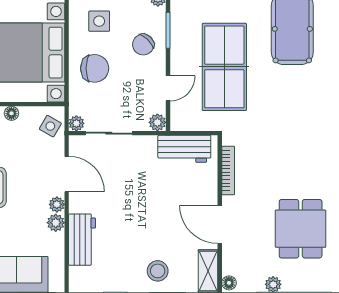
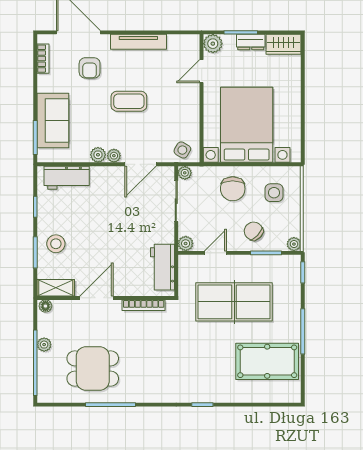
door: (168, 88) -> (215, 253), swing flipped
floor lamp: (11, 113) -> (194, 116), removed
workbench: (82, 240) -> (67, 178), moved

